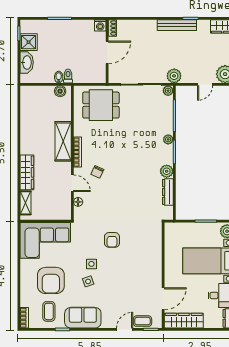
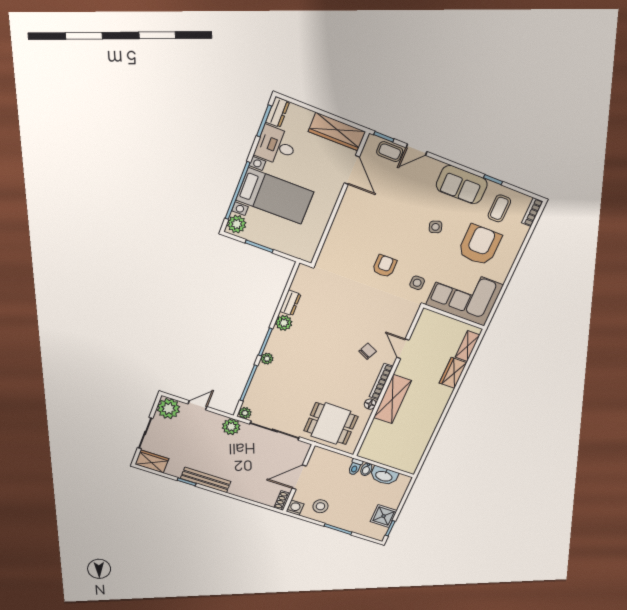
stool: (81, 33) -> (320, 506), added
washbasin: (27, 62) -> (384, 476), moved, turned -90
boiler: (60, 91) -> (371, 454), removed
wardrobe: (27, 172) -> (453, 373), width x0.67
dresser: (168, 192) -> (290, 303), width x0.70
floor lamp: (78, 202) -> (370, 404), moved
side table: (91, 264) -> (417, 283), moved
door: (163, 299) -> (352, 170), swing flipped

